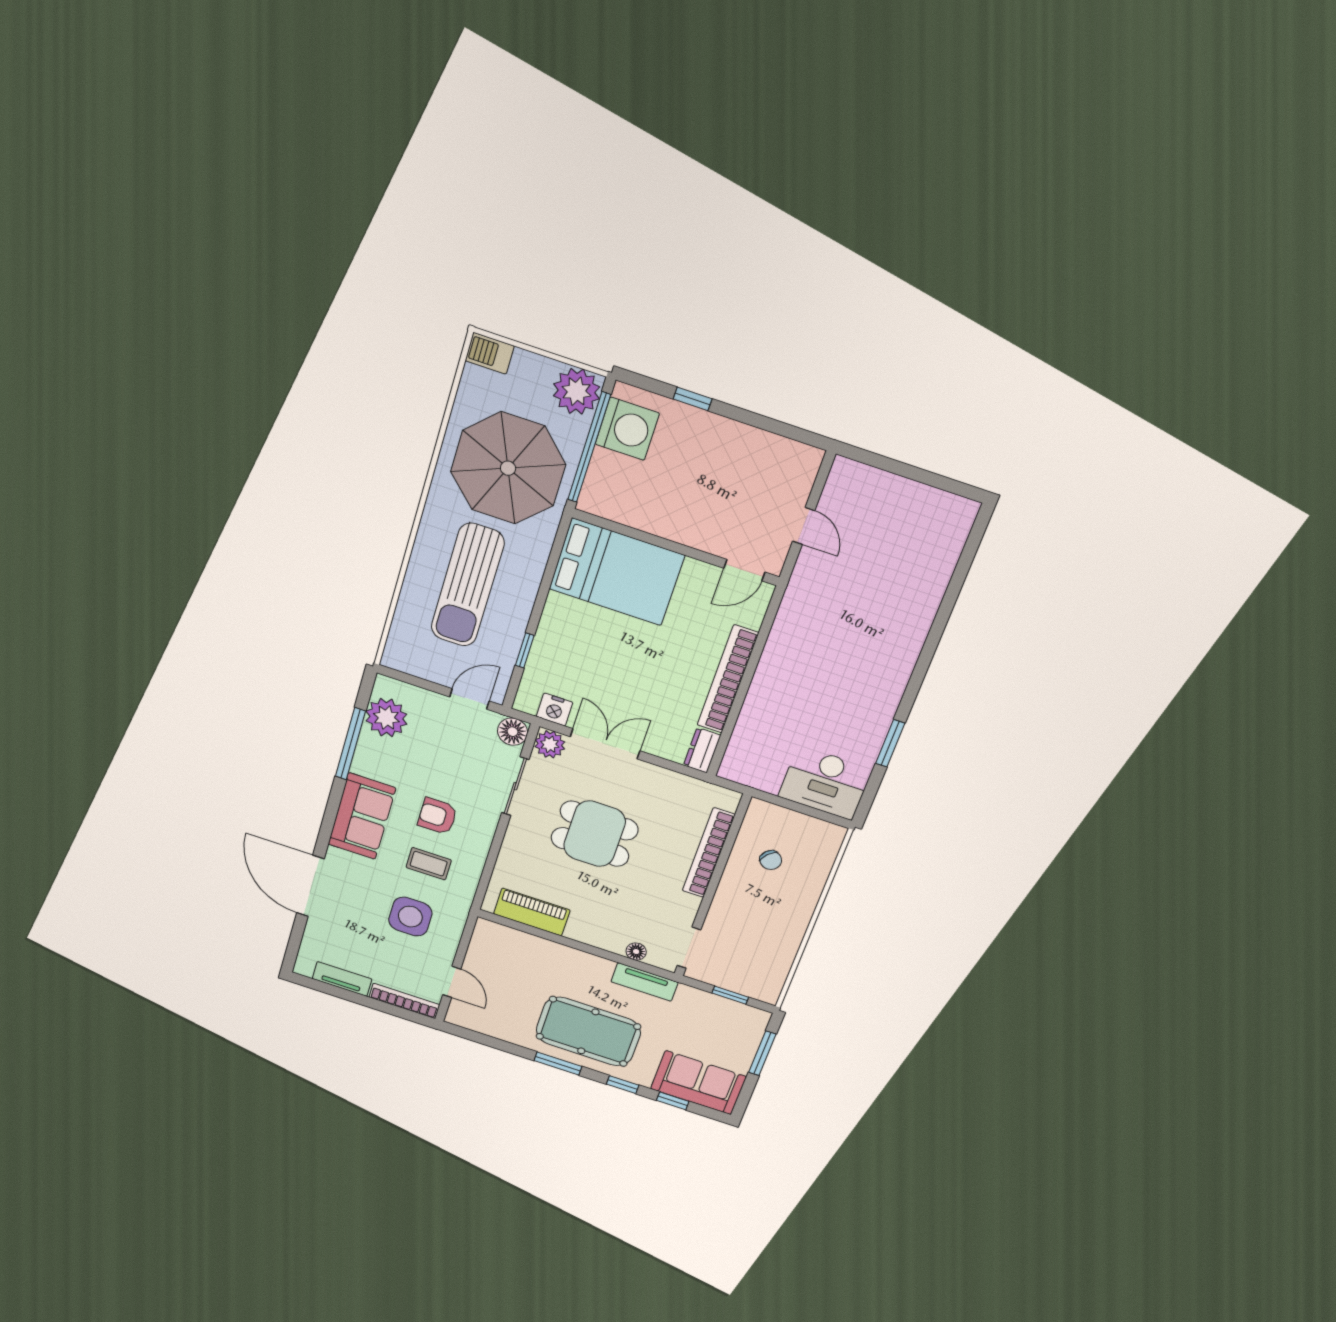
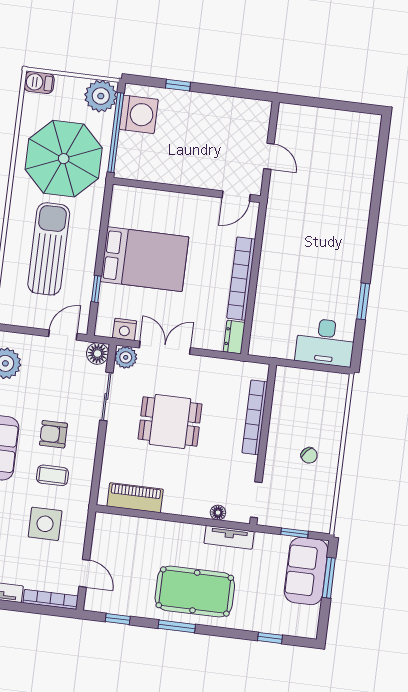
bed: (617, 572) -> (145, 259), moved
sun lounger: (468, 585) -> (49, 249), turned 180
chair: (771, 860) -> (309, 455), moved
sofa: (698, 1083) -> (306, 571), moved, turned -90
window: (623, 1085) -> (118, 619), moved

